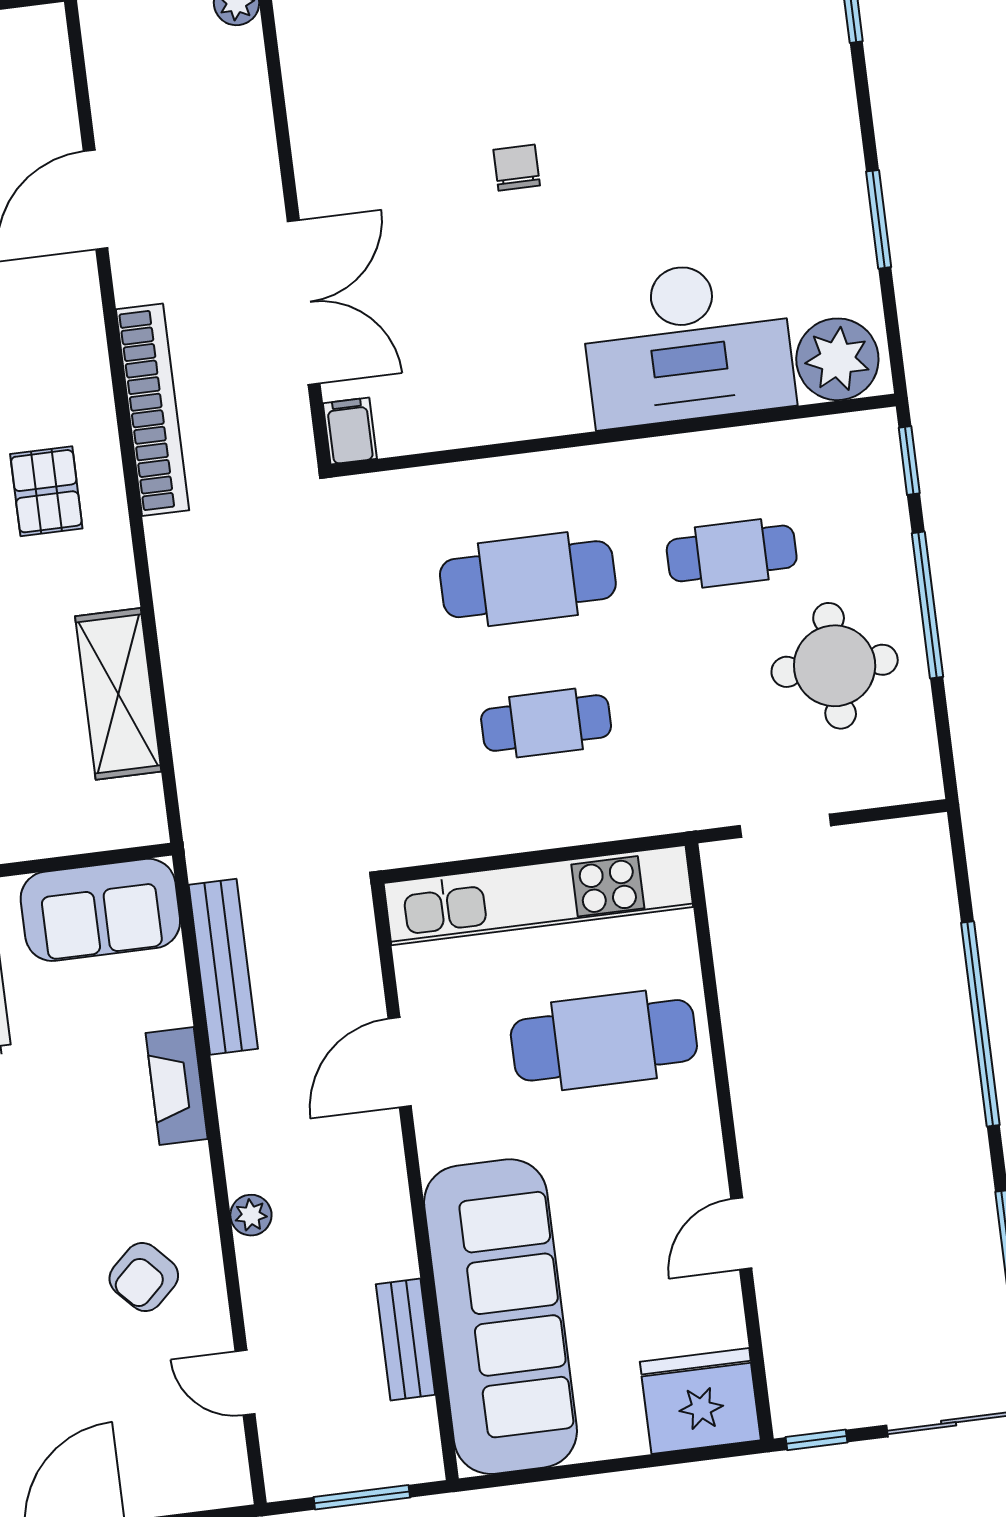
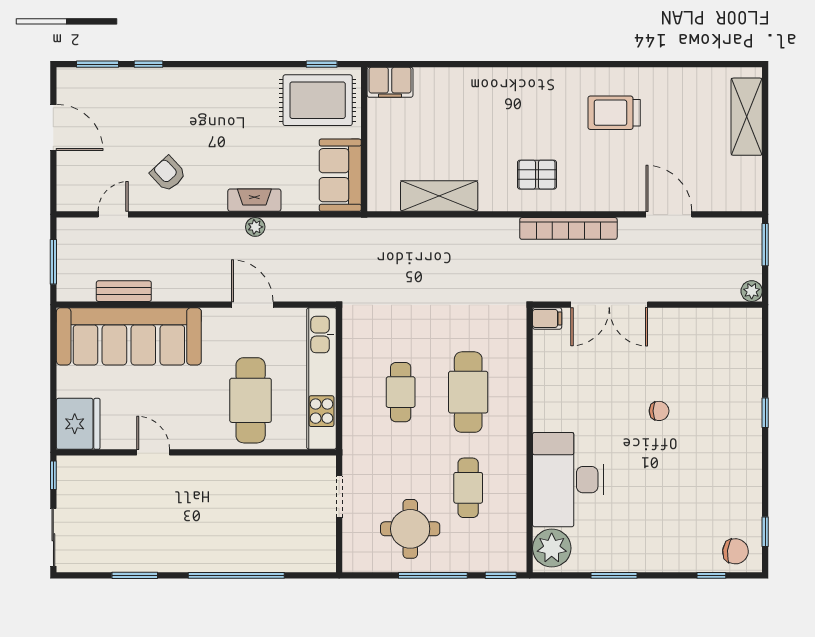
bench: (223, 967) -> (307, 229), removed
plant: (251, 1215) -> (255, 227), moved

